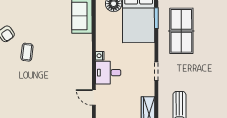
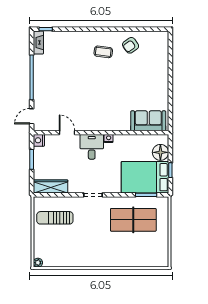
coffee table: (27, 52) -> (103, 52), moved
door: (94, 97) -> (67, 133), hinge flipped

